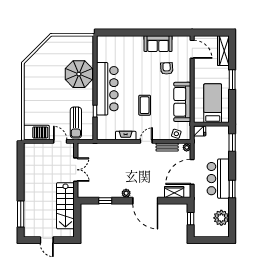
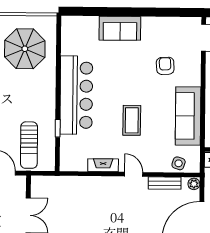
sofa: (158, 44) -> (120, 28), moved
parasol: (79, 74) -> (25, 49), moved
door: (146, 141) -> (134, 174), hinge flipped

